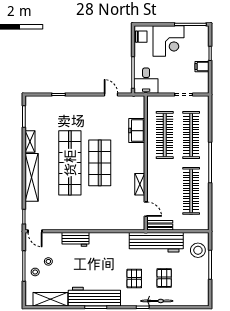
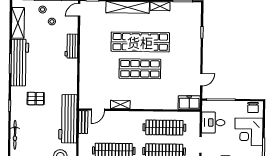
desk: (146, 81) -> (213, 123), moved
freezer: (137, 131) -> (189, 103), moved
pallet: (164, 278) -> (36, 126), removed
bicycle: (157, 301) -> (15, 135), moved

